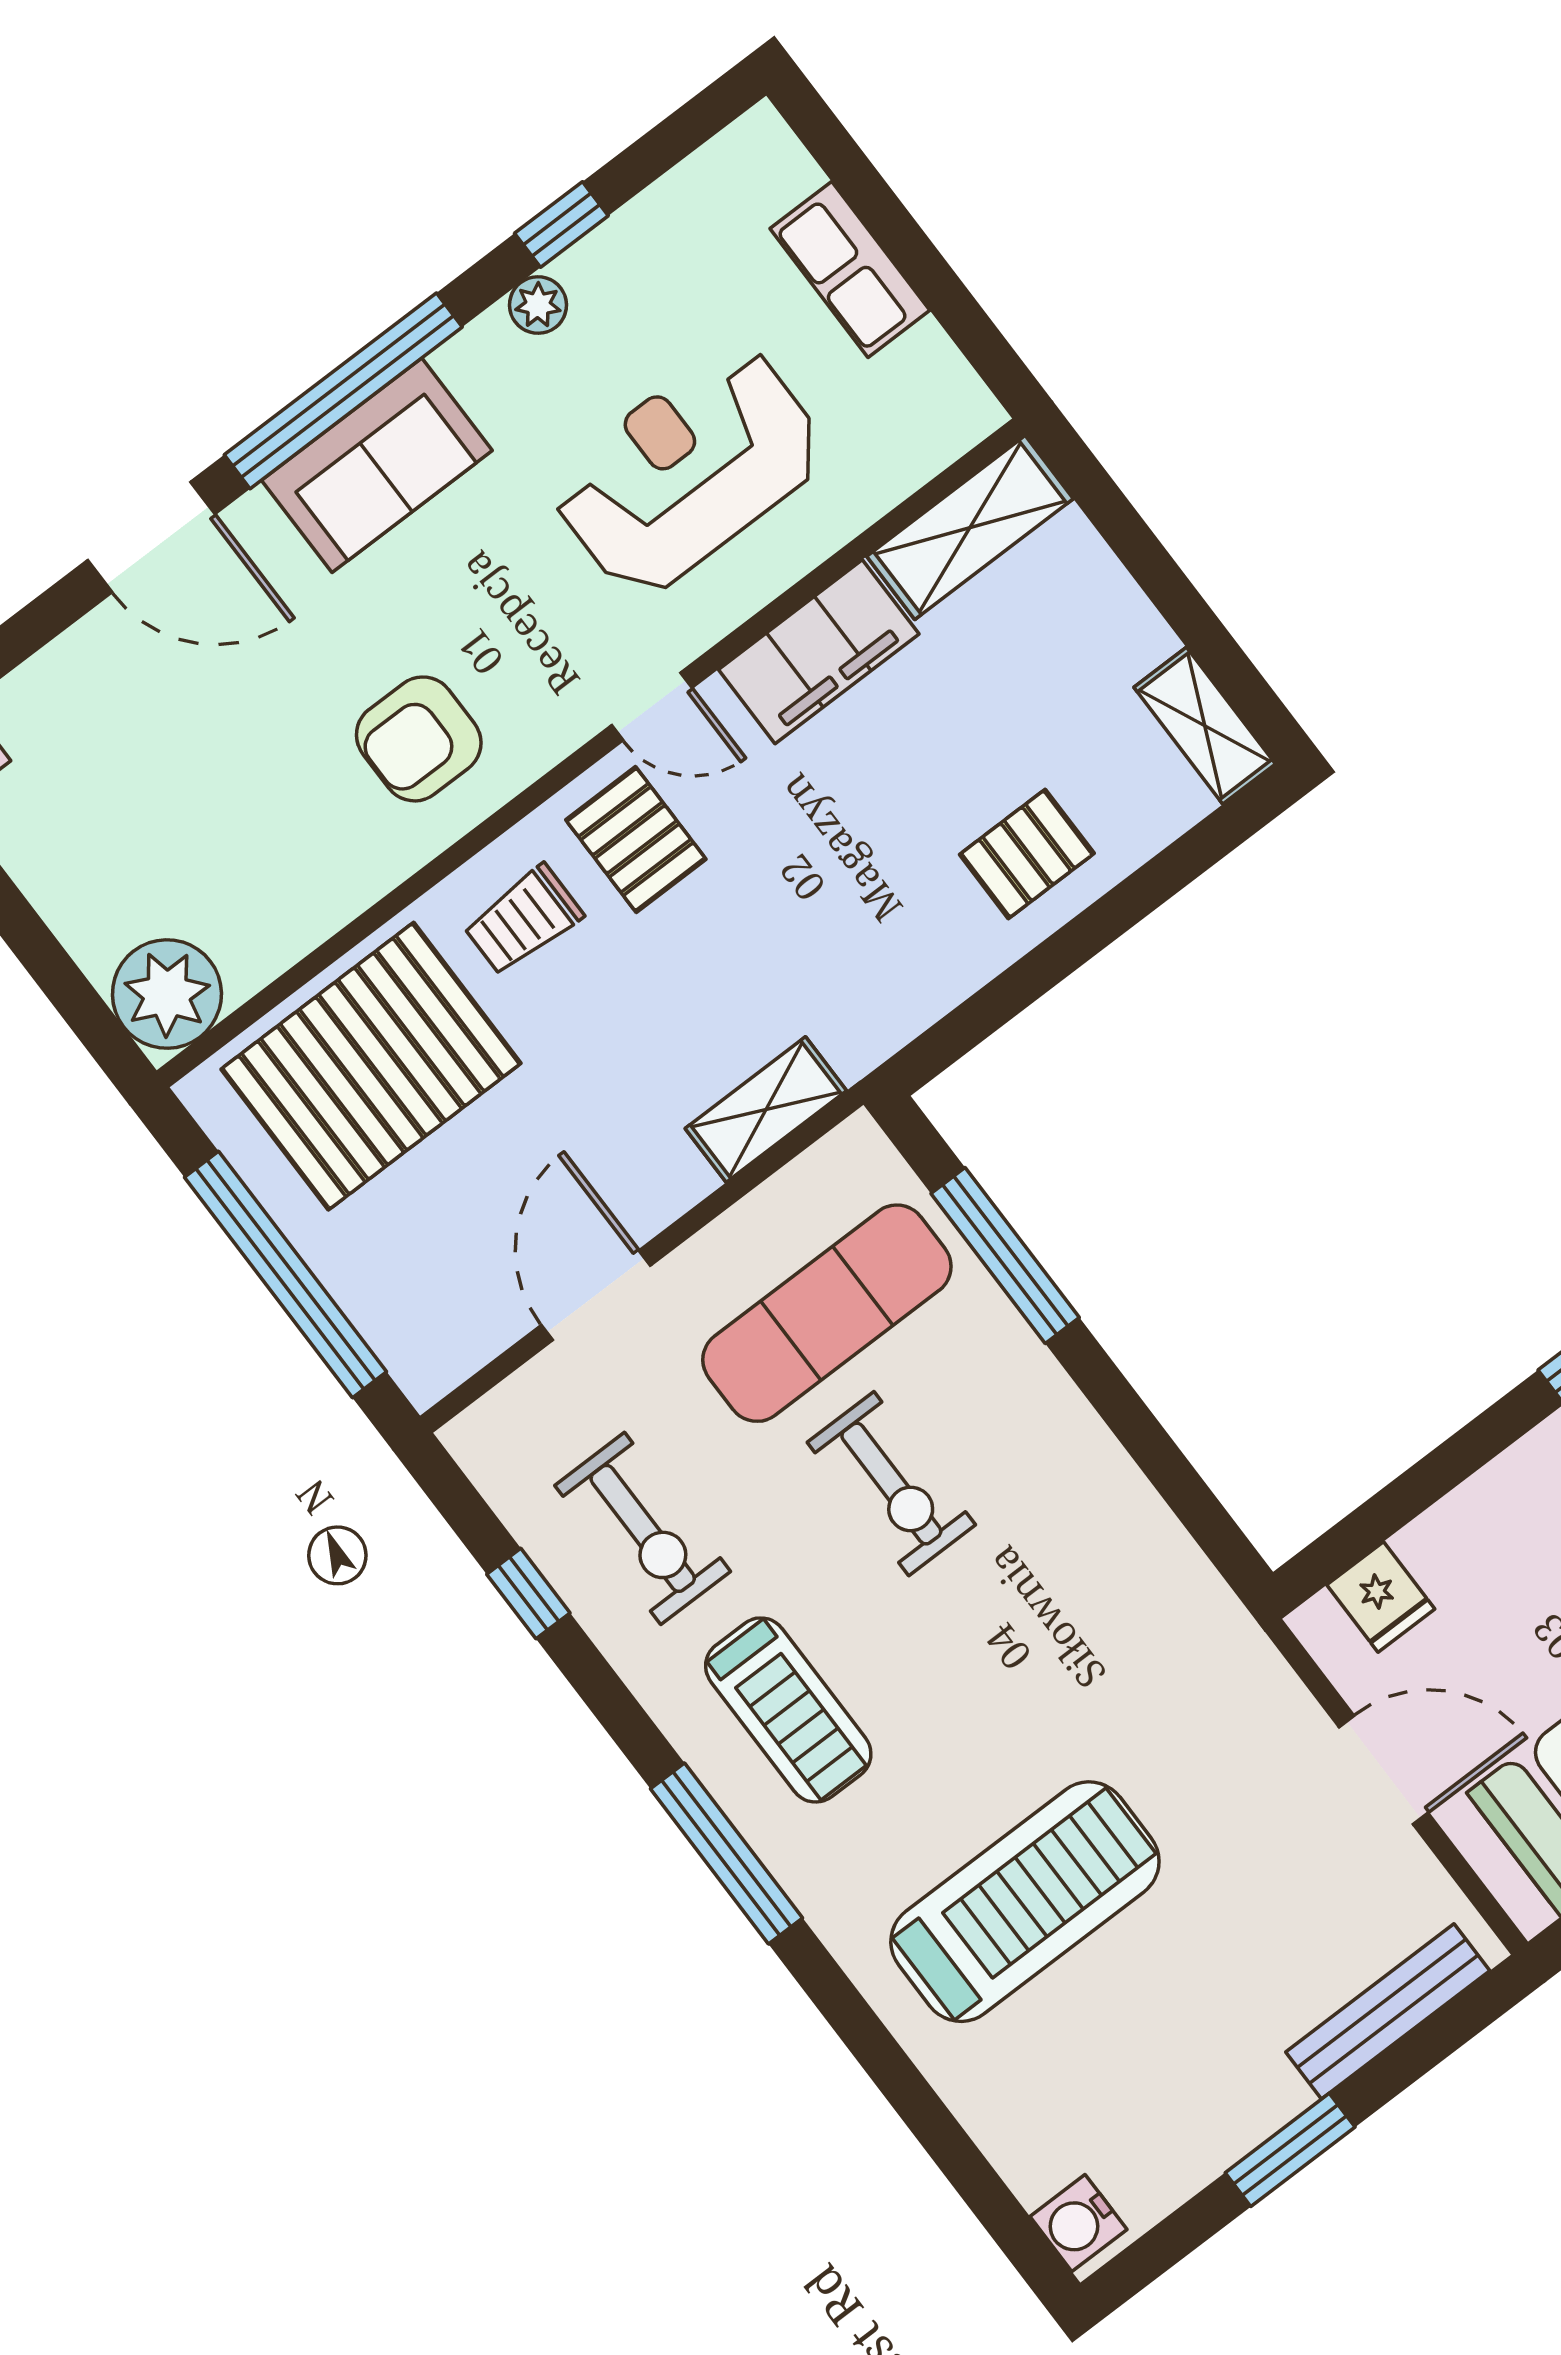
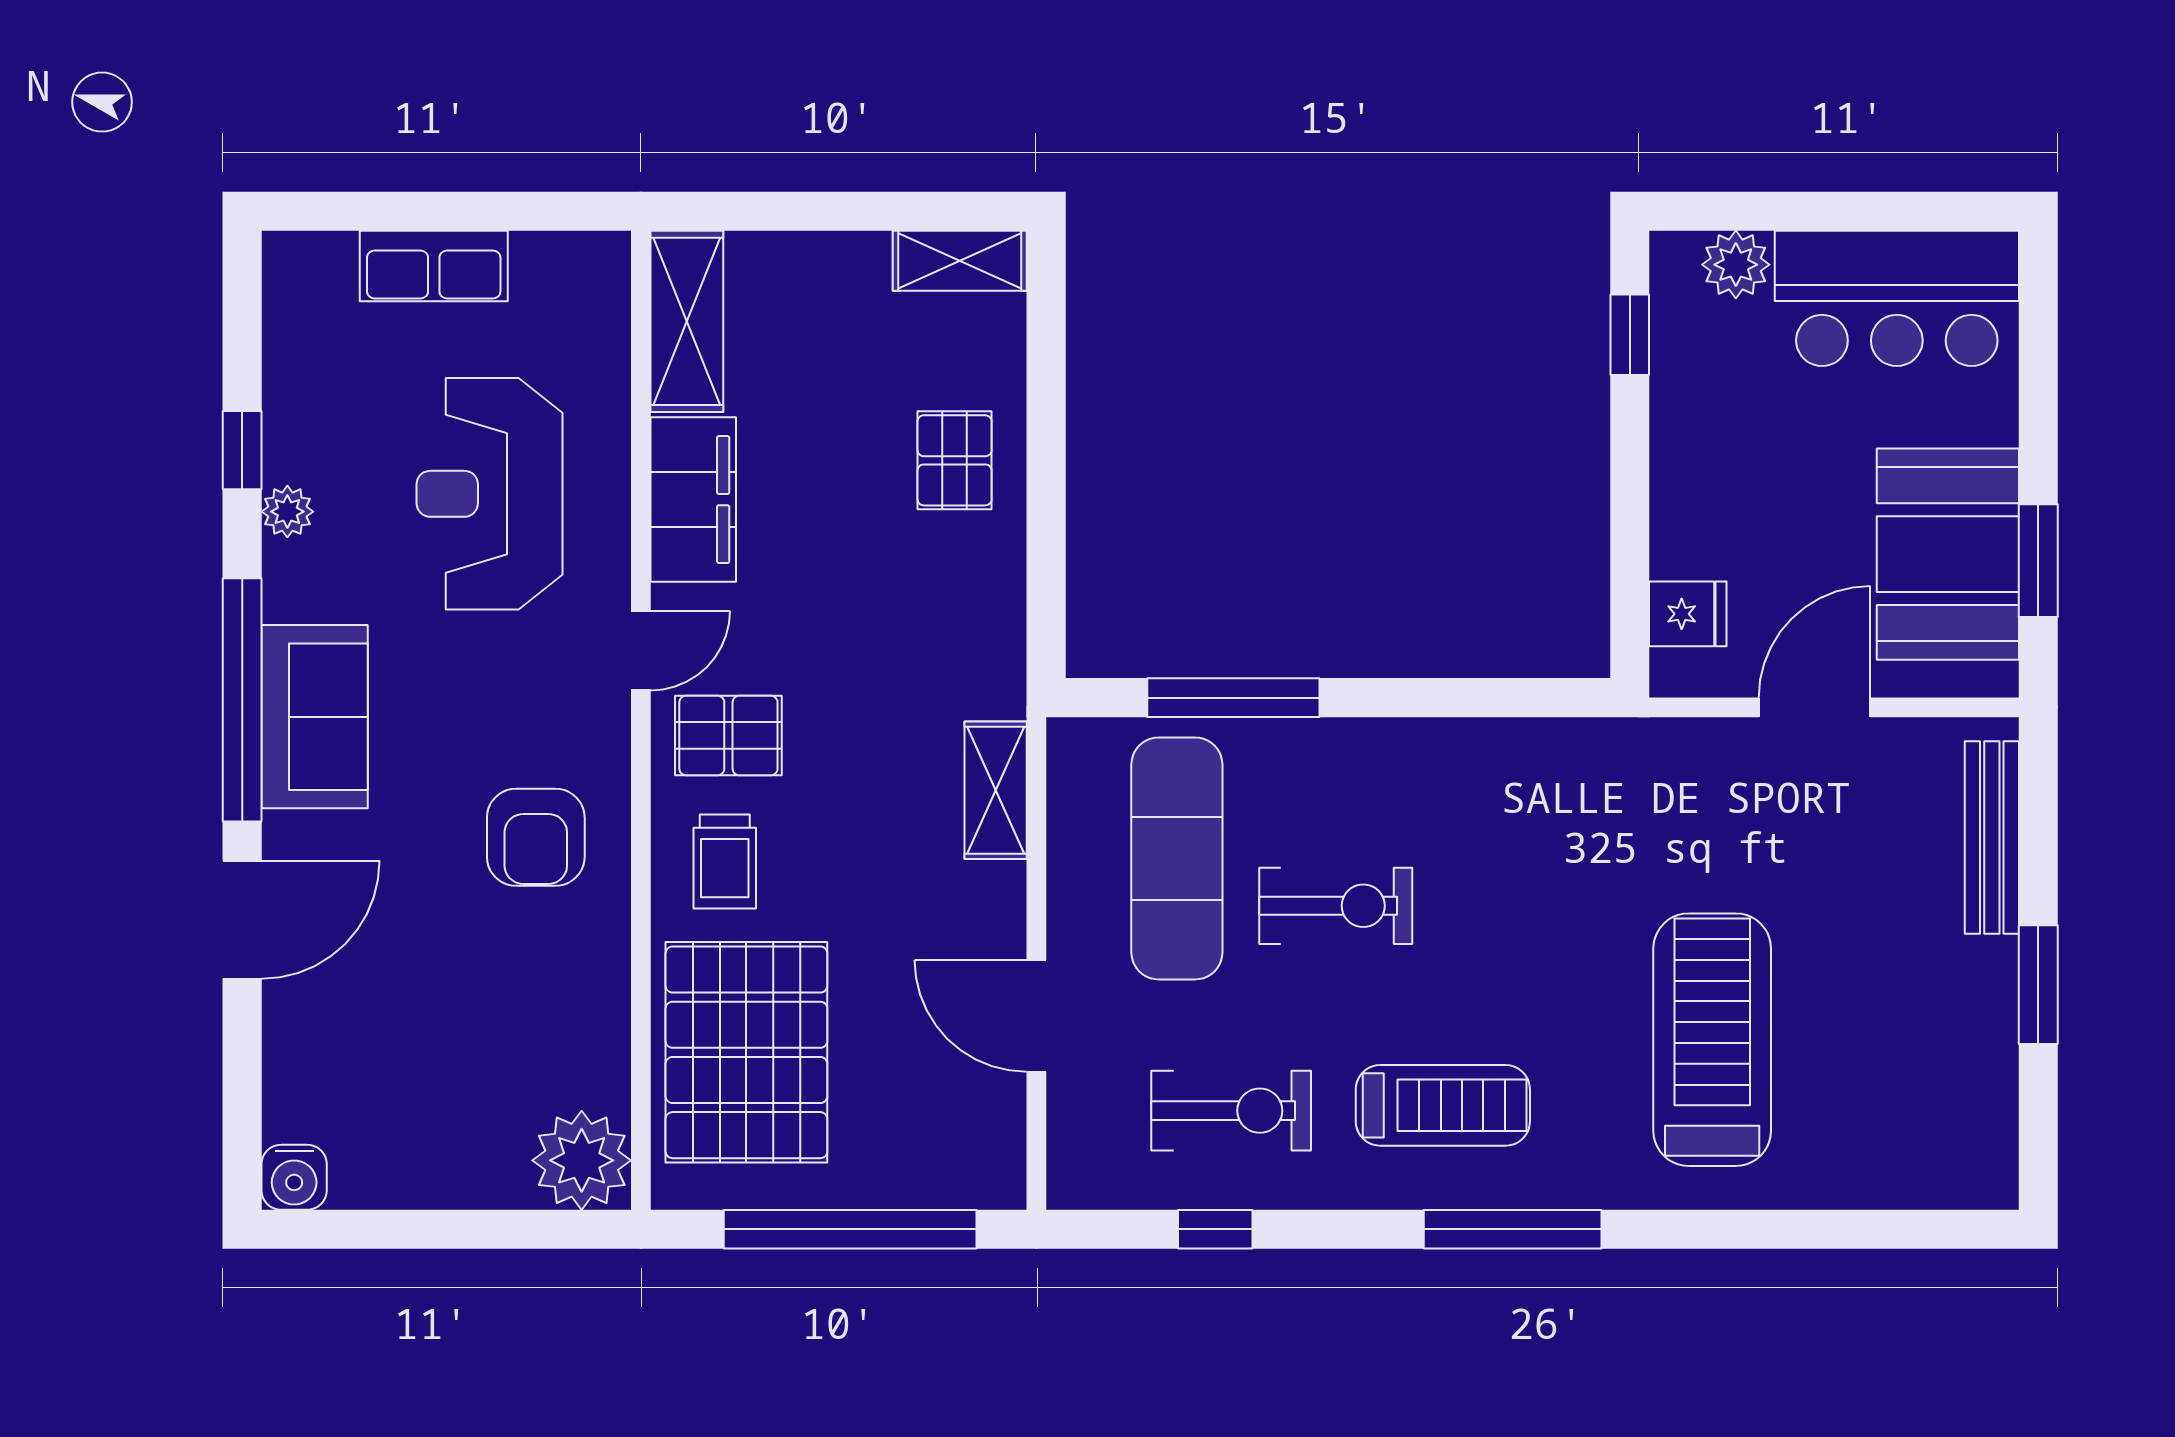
water cooler: (1078, 2223) -> (1974, 1178), removed

